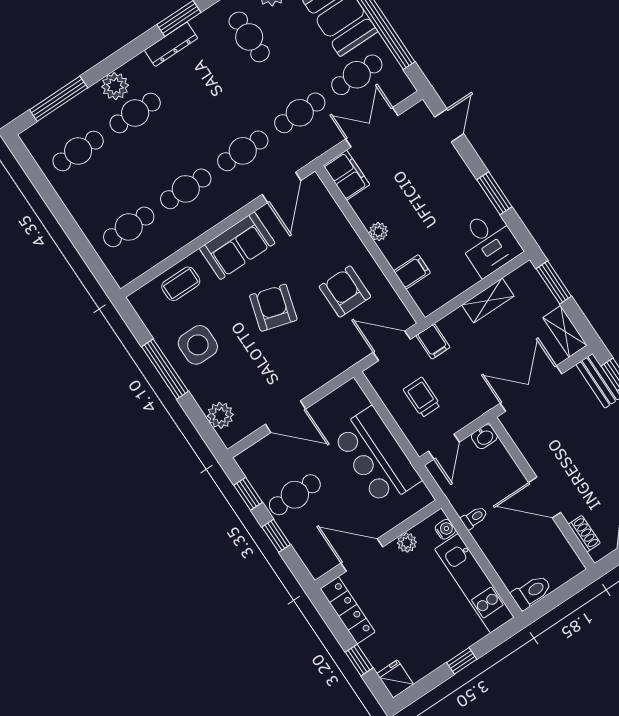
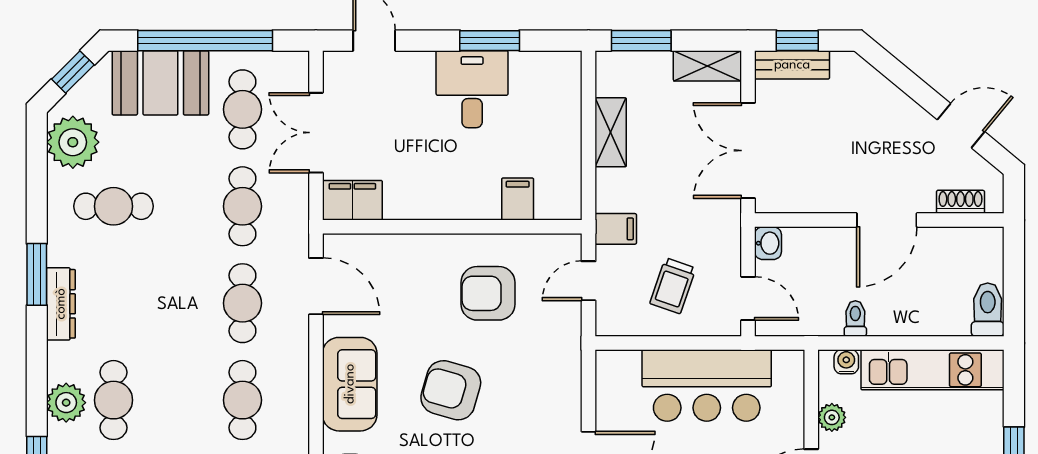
plant: (378, 232) -> (444, 207), removed
desk: (488, 243) -> (472, 89), moved, turned -90
door: (392, 346) -> (588, 281), width x0.73
trolley: (422, 397) -> (673, 286), turned -71

